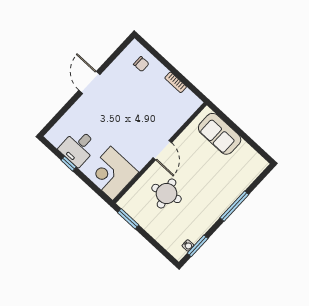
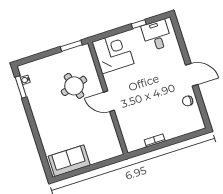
chair: (141, 64) -> (188, 101), moved
sofa: (220, 134) -> (69, 161), moved
desk: (78, 147) -> (157, 35), moved
window: (234, 206) -> (35, 132), removed

